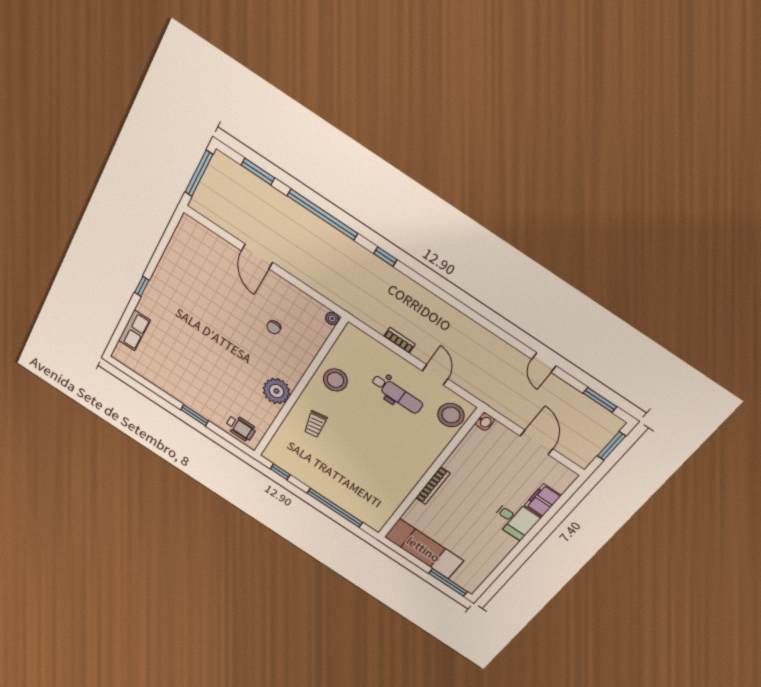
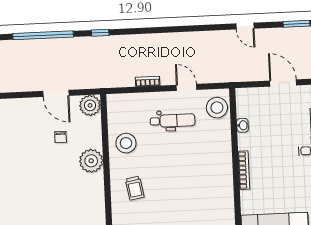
door: (257, 256) -> (56, 93), moved
plant: (332, 318) -> (90, 105), width x1.87, depth x1.87
plant: (276, 391) -> (91, 161), moved
washbasin: (485, 422) -> (242, 125), moved

